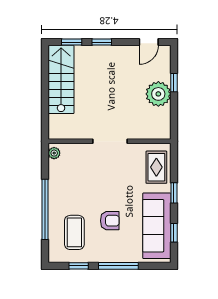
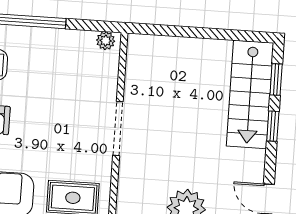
stairs: (61, 79) -> (250, 94), moved, turned 90

